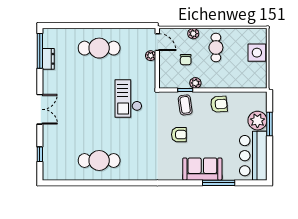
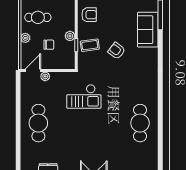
armchair: (219, 104) -> (89, 15), turned 95
armchair: (179, 135) -> (117, 51), turned -53

